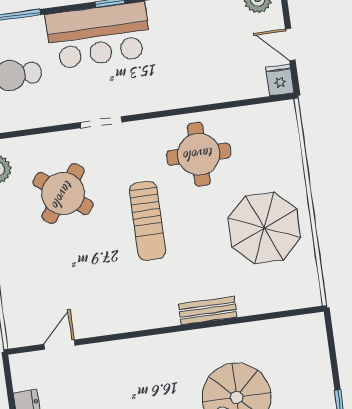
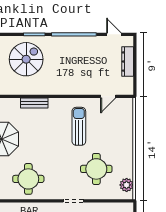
round table: (63, 194) -> (96, 169), turned -38
sun lounger: (147, 221) -> (79, 126), moved

